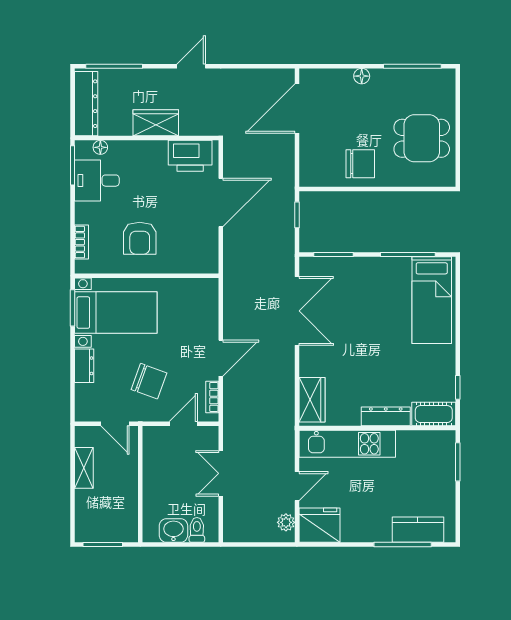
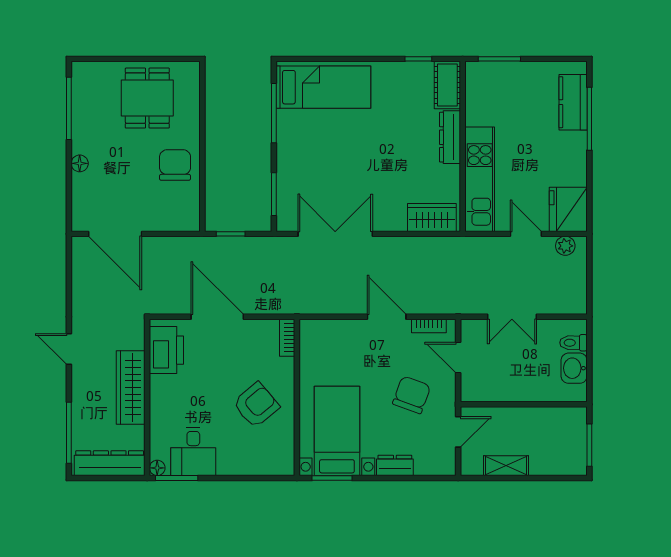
wardrobe: (156, 123) -> (131, 388), width x1.50
floor lamp: (100, 147) -> (157, 468), moved
armchair: (140, 238) -> (256, 405), turned -40
bookcase: (82, 242) -> (287, 338), moved, turned -90

